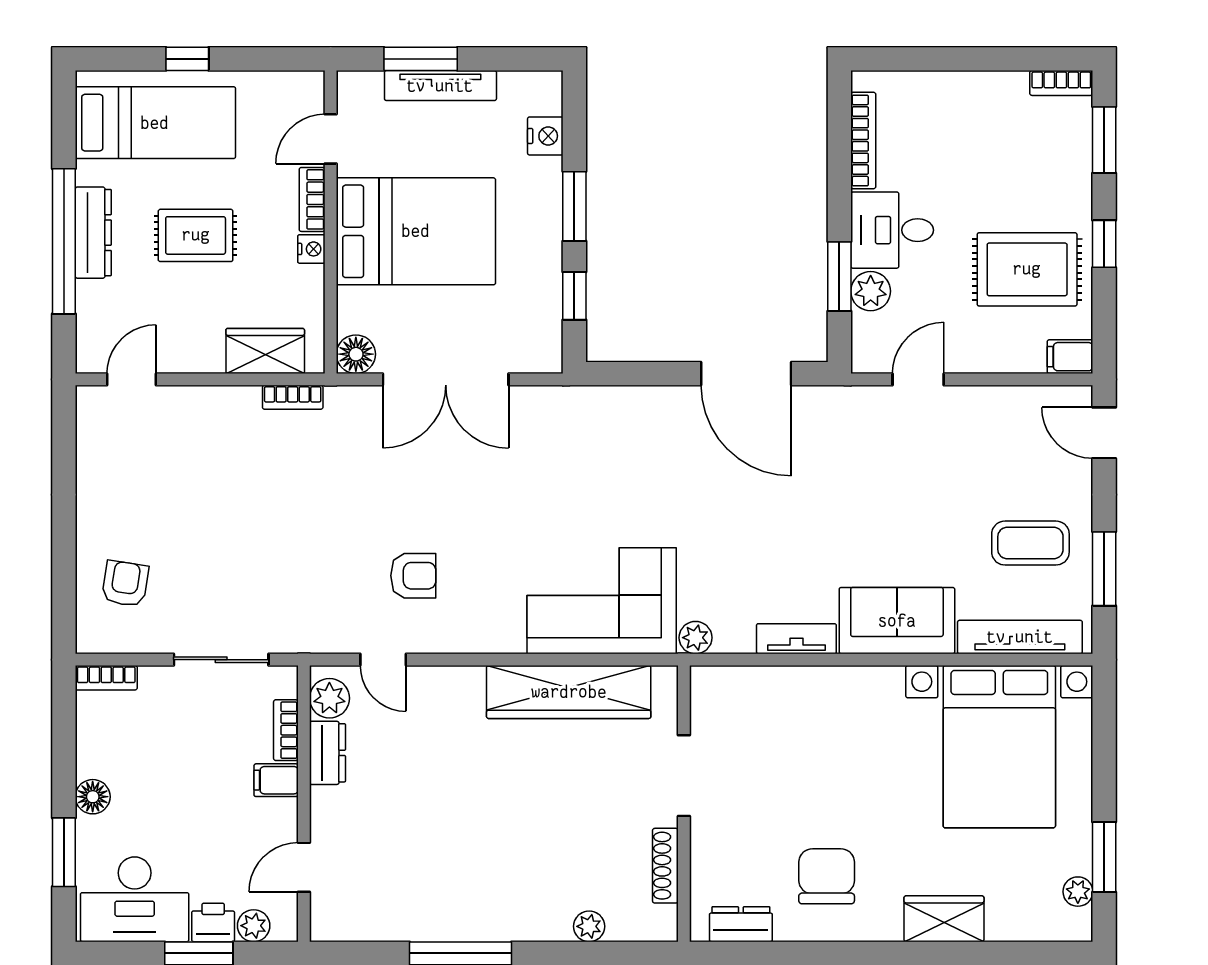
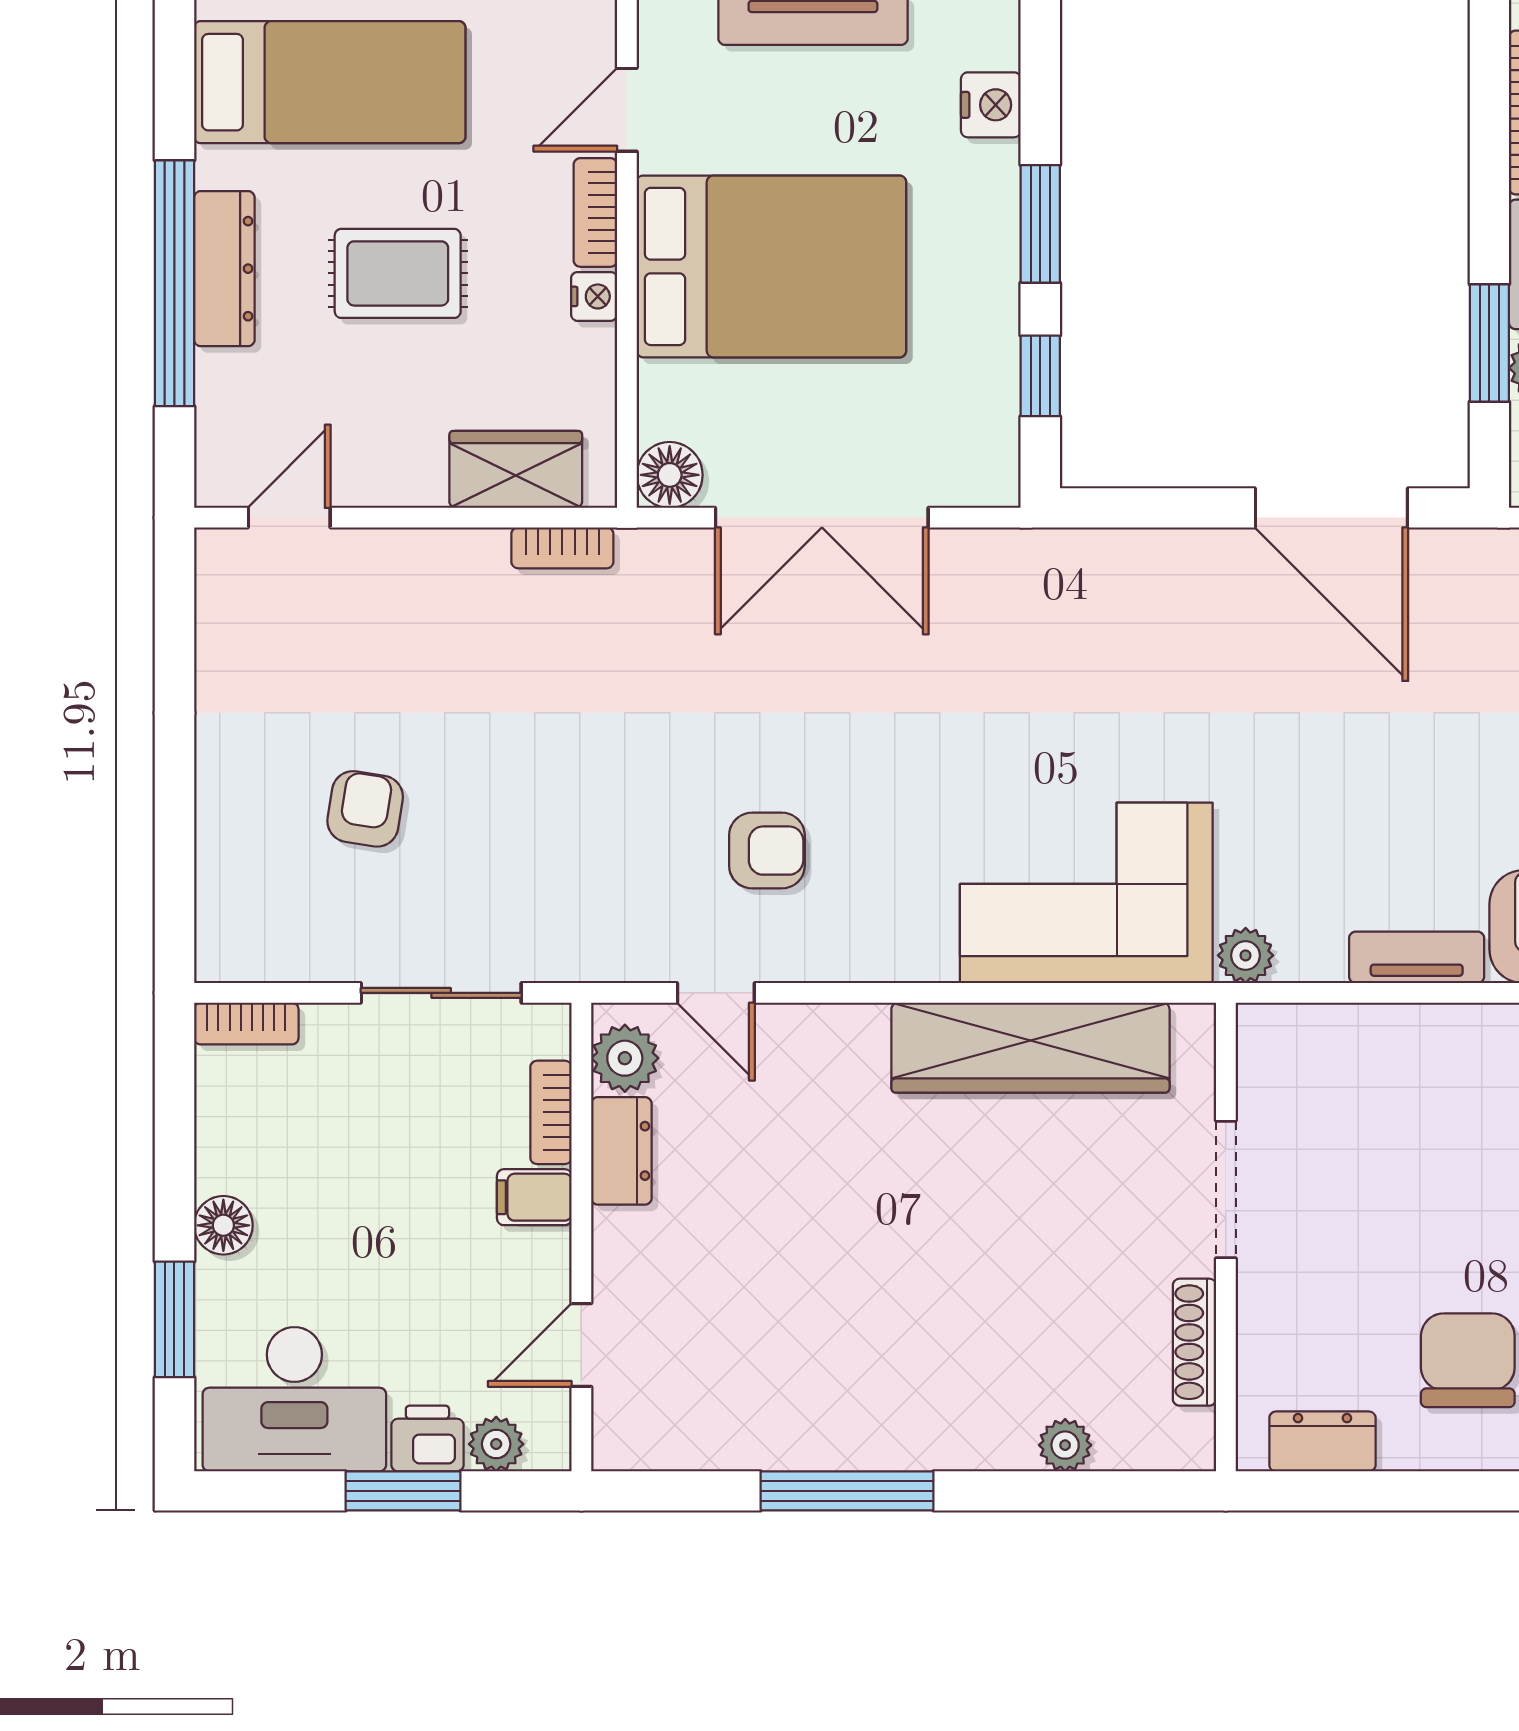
armchair: (125, 584) -> (365, 809), moved

